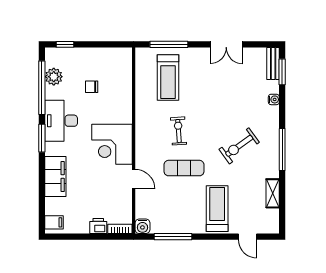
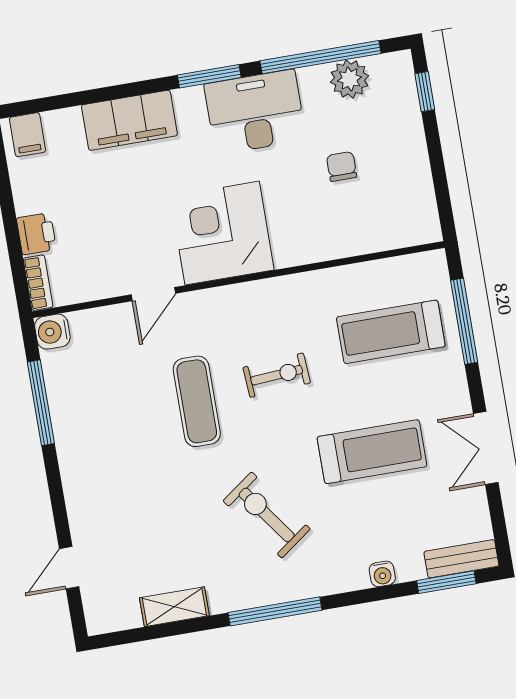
treadmill: (217, 209) -> (372, 452), moved

